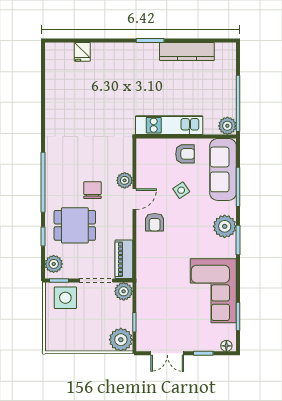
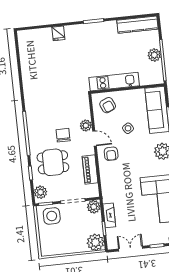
fridge: (82, 52) -> (58, 33), moved
kitchen counter: (187, 52) -> (137, 25), moved
plant: (227, 126) -> (154, 55), moved
armchair: (185, 154) -> (108, 105), moved, turned 67
door: (134, 199) -> (94, 139), hinge flipped
piano: (124, 259) -> (90, 169), moved
fireplace: (143, 305) -> (109, 215), added
double door: (167, 353) -> (131, 249), swing flipped

